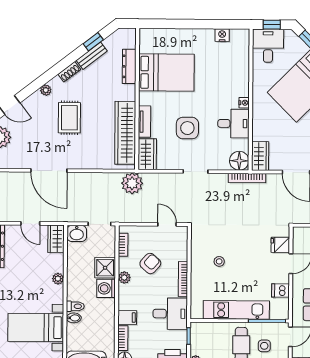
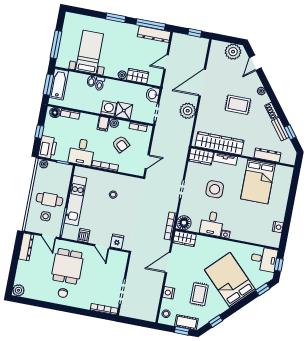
plant: (132, 183) -> (188, 111), moved
wardrobe: (56, 239) -> (138, 76), moved
filing cabinet: (127, 317) -> (103, 124), moved

